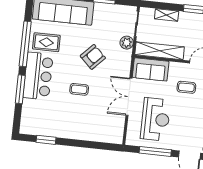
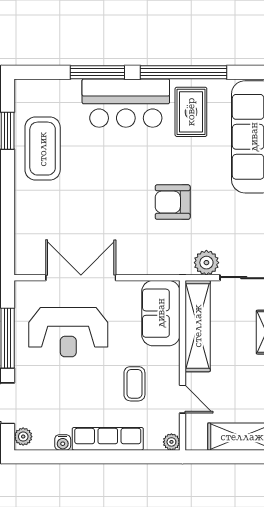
armchair: (93, 57) -> (173, 202), turned 136
coffee table: (79, 89) -> (43, 149), moved, width x1.86, depth x1.72
double door: (129, 97) -> (81, 278), moved

